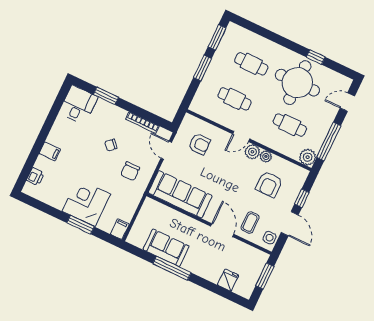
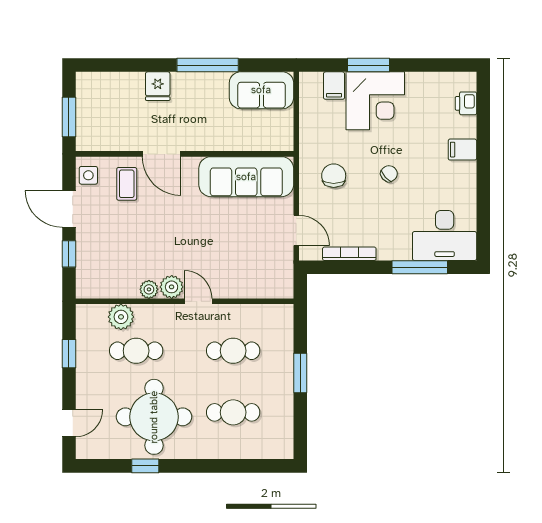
window: (217, 37) -> (300, 427), removed
window: (106, 96) -> (420, 267), width x1.44
desk: (78, 105) -> (445, 235), width x1.37
door: (241, 136) -> (198, 301), hinge flipped
window: (329, 142) -> (69, 354), width x0.46
armchair: (199, 144) -> (253, 262), removed
chair: (111, 145) -> (389, 174), moved
plant: (308, 157) -> (121, 317), moved
armchair: (269, 184) -> (125, 252), removed
filing cabinet: (120, 229) -> (334, 86), moved
sofa: (166, 248) -> (261, 90), moved
fridge: (228, 280) -> (158, 86), moved

